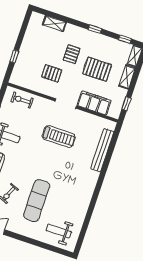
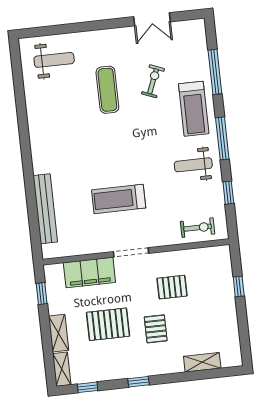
exercise mat: (37, 201) -> (107, 90), width x0.73, depth x0.69

